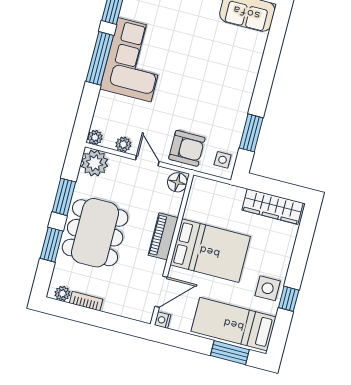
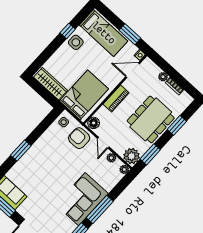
window: (251, 133) -> (21, 151), moved
window: (64, 197) -> (150, 154), moved
bed: (210, 251) -> (84, 95), moved, turned 90
plant: (62, 294) -> (163, 77), moved
window: (230, 353) -> (130, 34), moved

